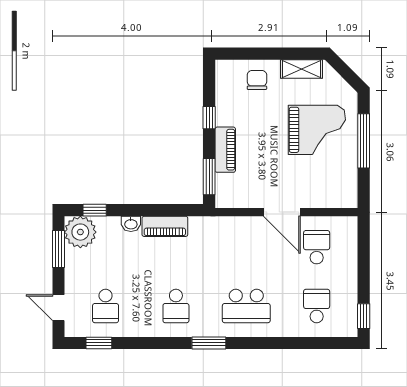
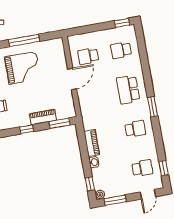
grand piano: (317, 130) -> (23, 68), turned 90
plant: (80, 232) -> (100, 195), width x0.53, depth x0.53
school desk: (246, 306) -> (128, 90), turned 180

